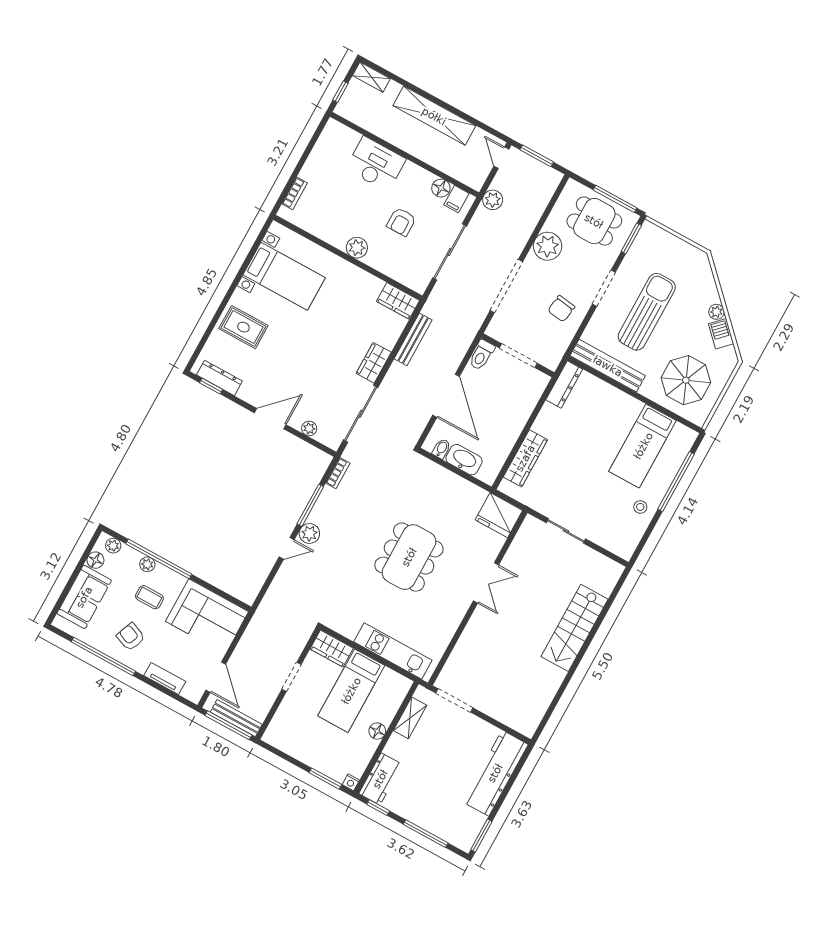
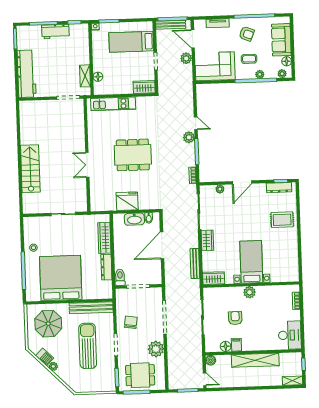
shelving: (434, 116) -> (255, 360), moved
desk: (376, 164) -> (290, 335), moved, turned -90
boiler: (476, 181) -> (211, 360), added
filing cabinet: (456, 199) -> (236, 345), moved
plant: (493, 200) -> (186, 58), moved
bed with nightstands: (284, 276) -> (251, 262), moved, turned 90
sun lounger: (647, 312) -> (88, 346), turned 180
toilet: (482, 355) -> (120, 277), moved
dresser: (564, 384) -> (106, 267), moved
door: (446, 396) -> (162, 245), hinge flipped
bed: (643, 446) -> (61, 278), width x2.04
fridge: (499, 515) -> (127, 201), moved
door: (287, 548) -> (196, 123), swing flipped
dining table: (409, 557) -> (133, 155), turned 90
bed: (351, 691) -> (131, 42), moved, turned -90
floor lamp: (377, 731) -> (98, 77), moved
workbench: (380, 779) -> (55, 32), moved, turned -90

